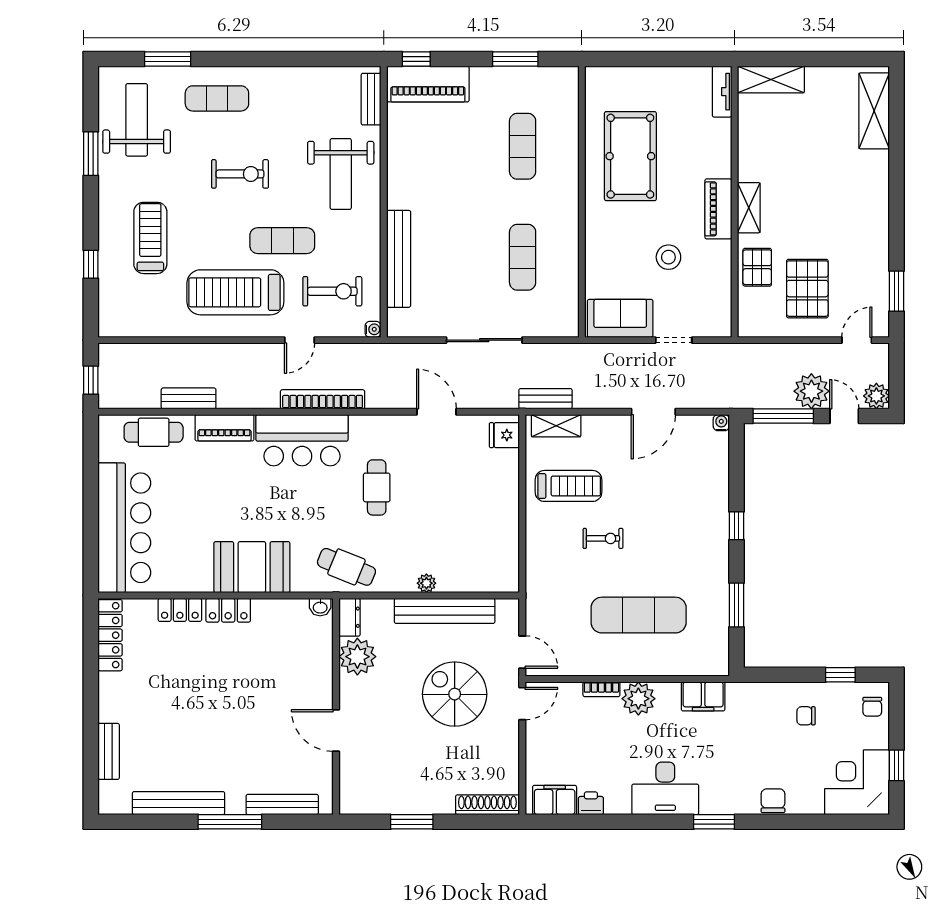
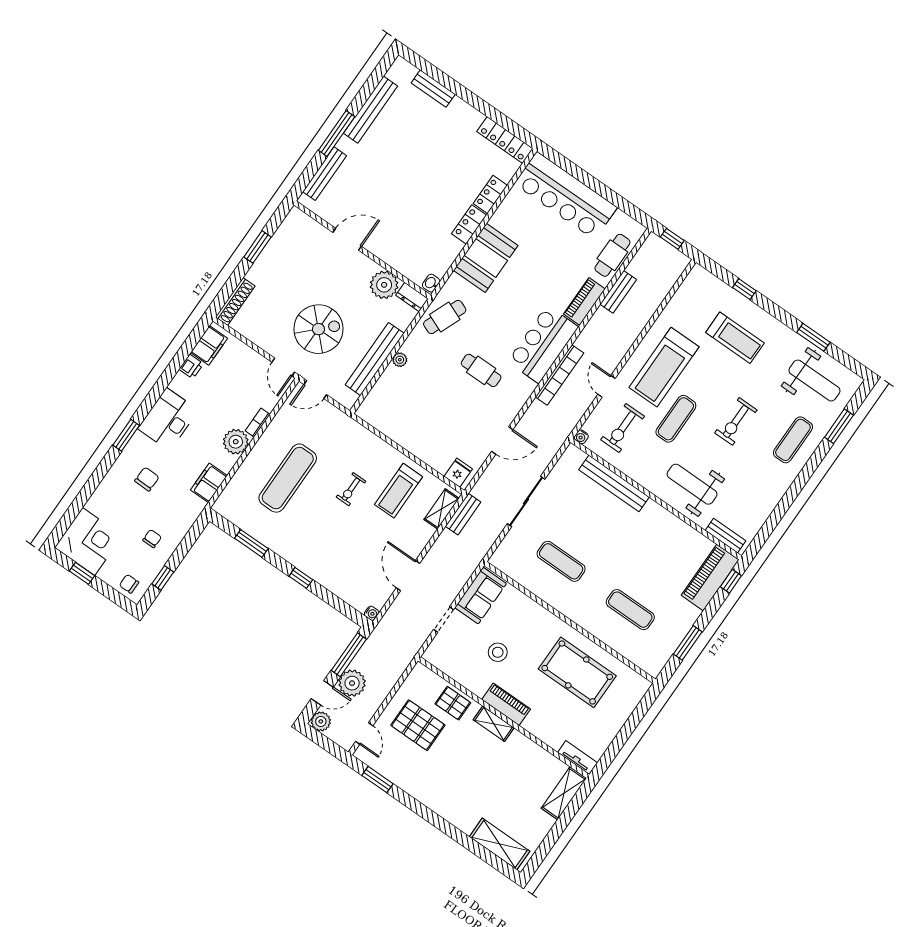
treadmill: (235, 292) -> (664, 367), turned 180
chair: (773, 801) -> (147, 479), moved, turned -89

